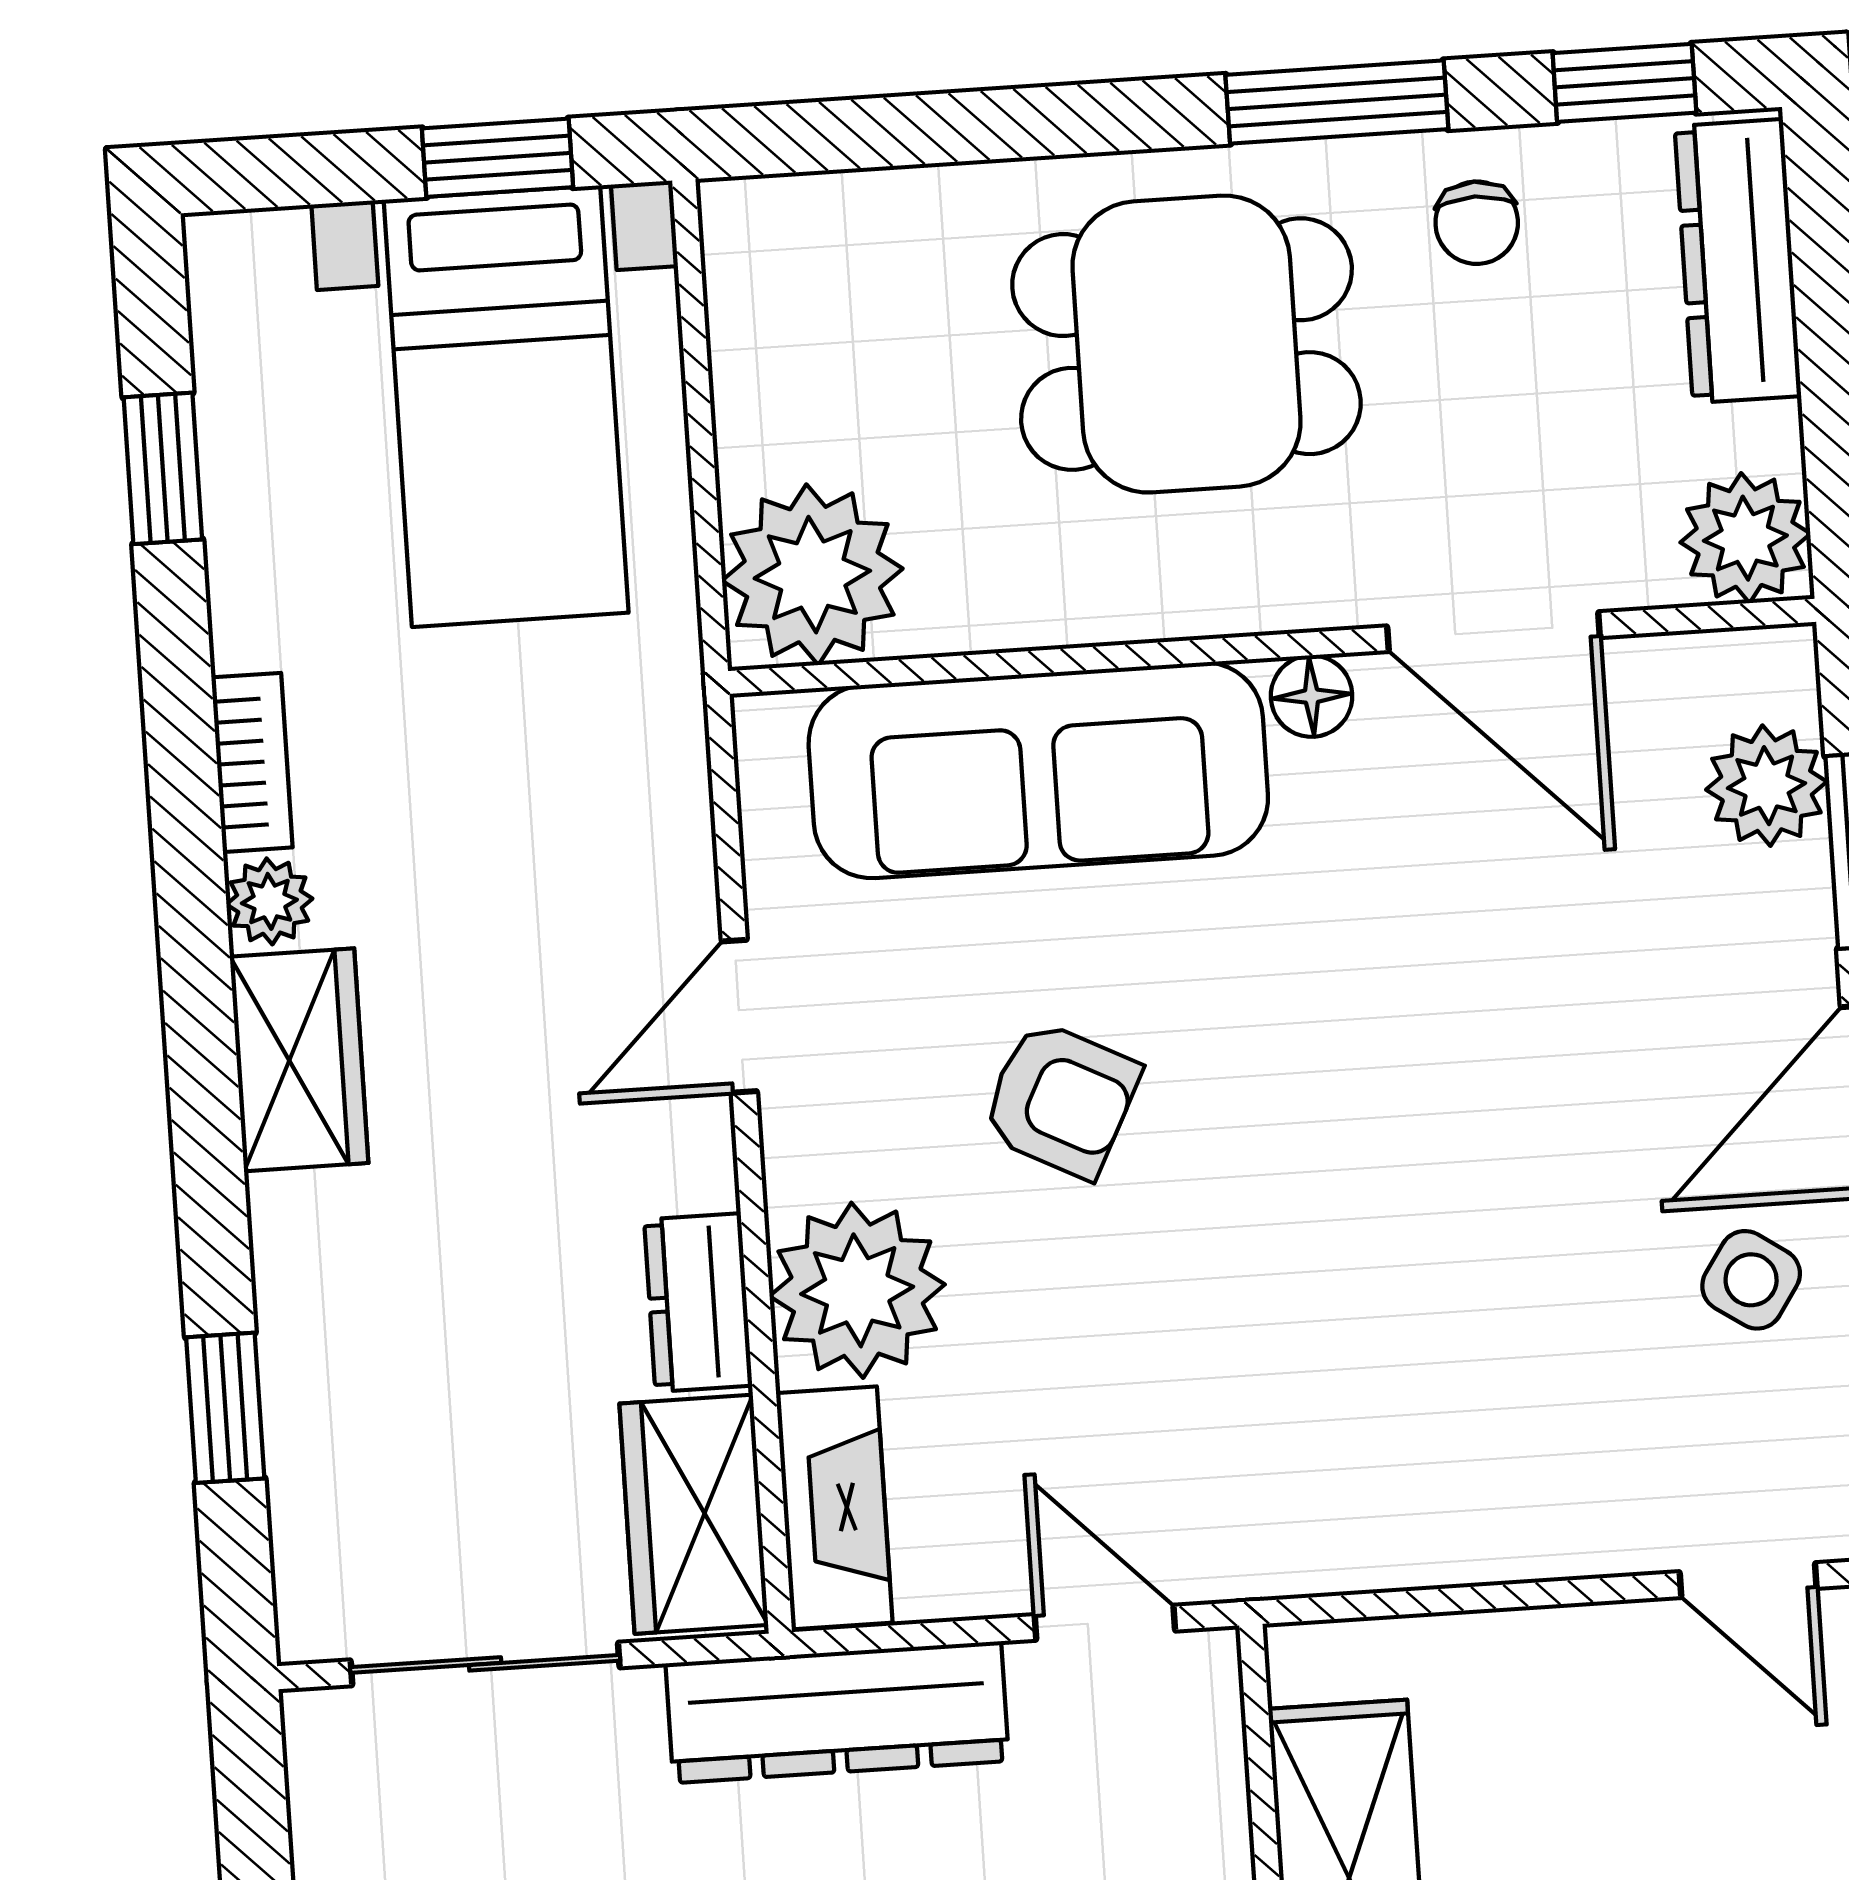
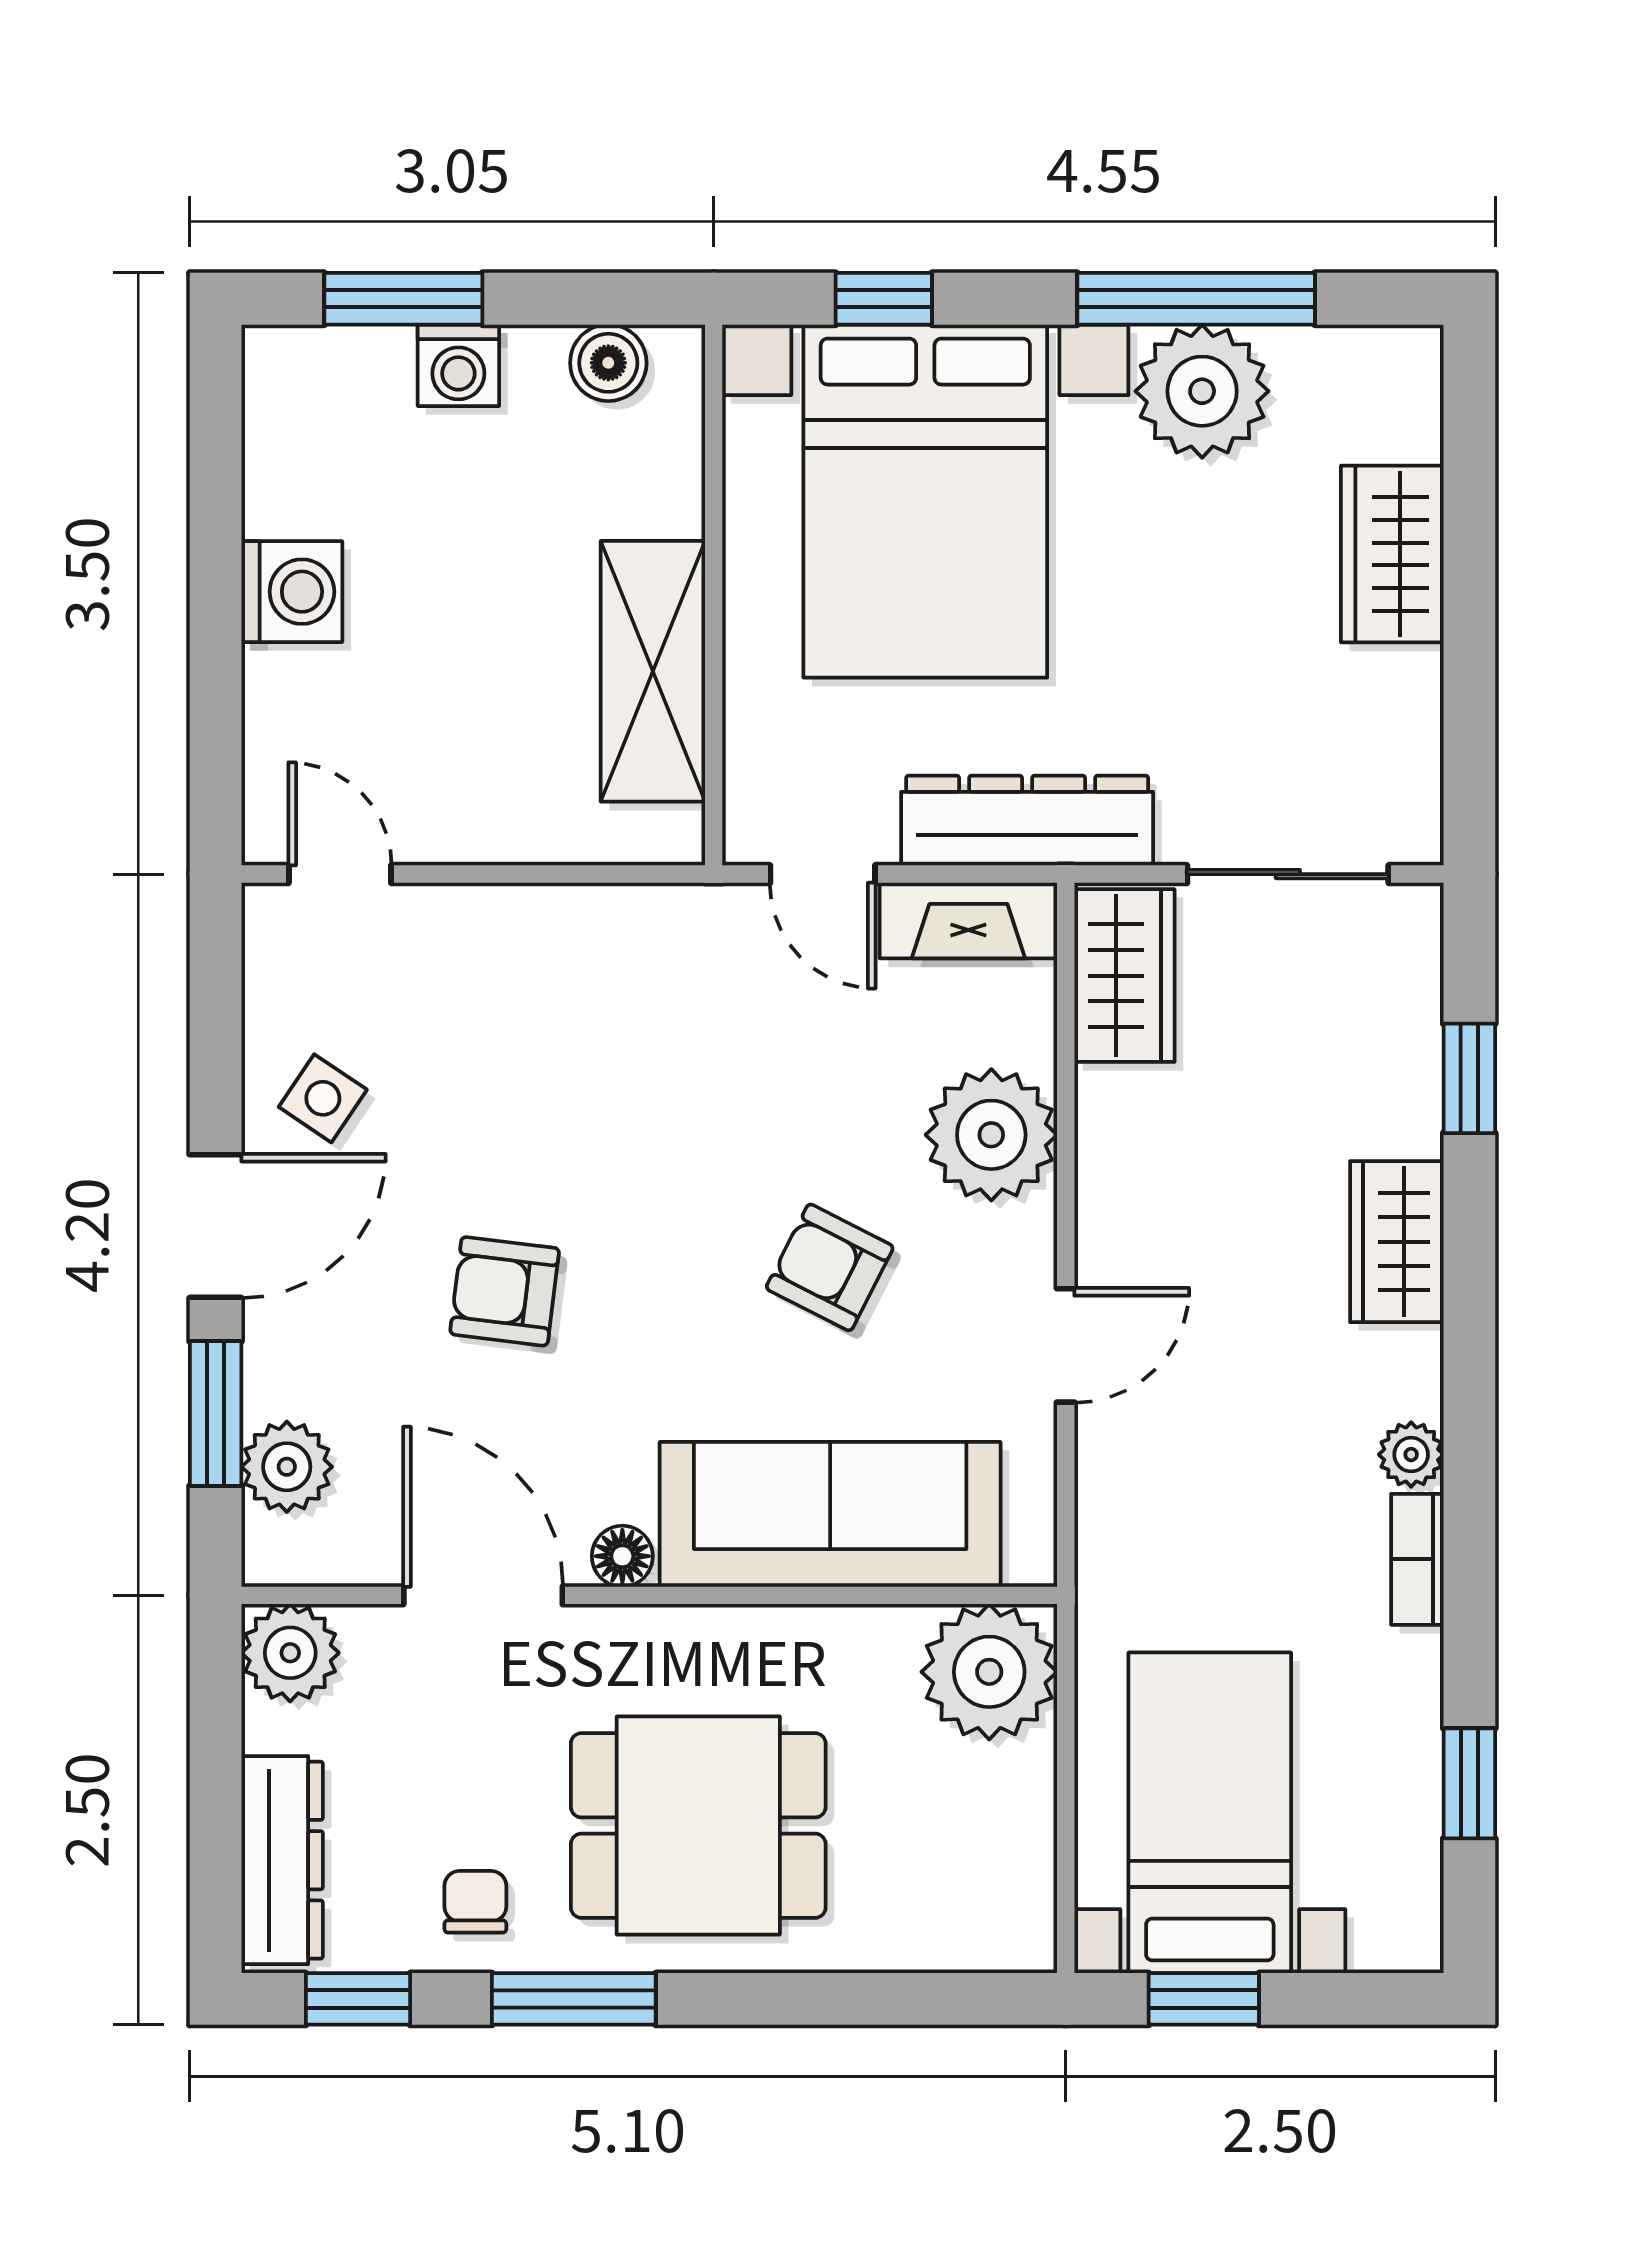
armchair: (1492, 1039) -> (505, 1291), added
wardrobe: (299, 1060) -> (1397, 1242), moved
dresser: (698, 1303) -> (1111, 1134), removed
fireplace: (834, 1508) -> (968, 921), moved, turned -90

